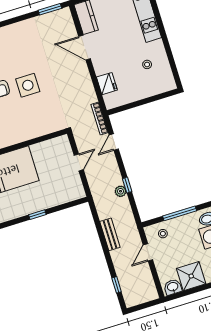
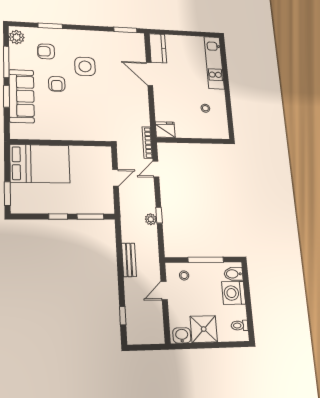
fridge: (107, 84) -> (165, 130), moved, turned -90
side table: (28, 85) -> (85, 66), moved
window: (66, 206) -> (90, 217), added

